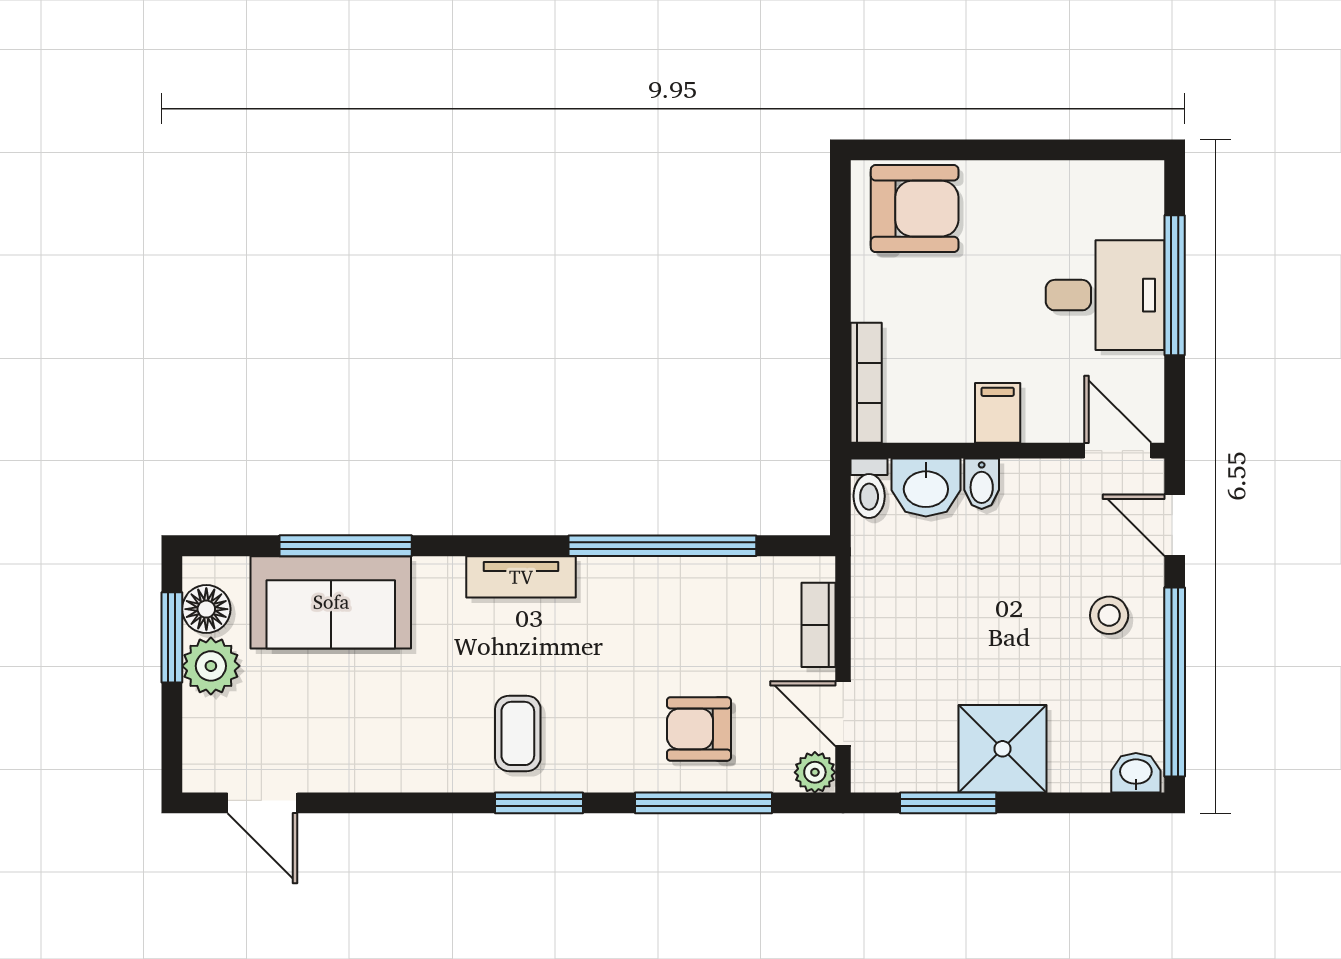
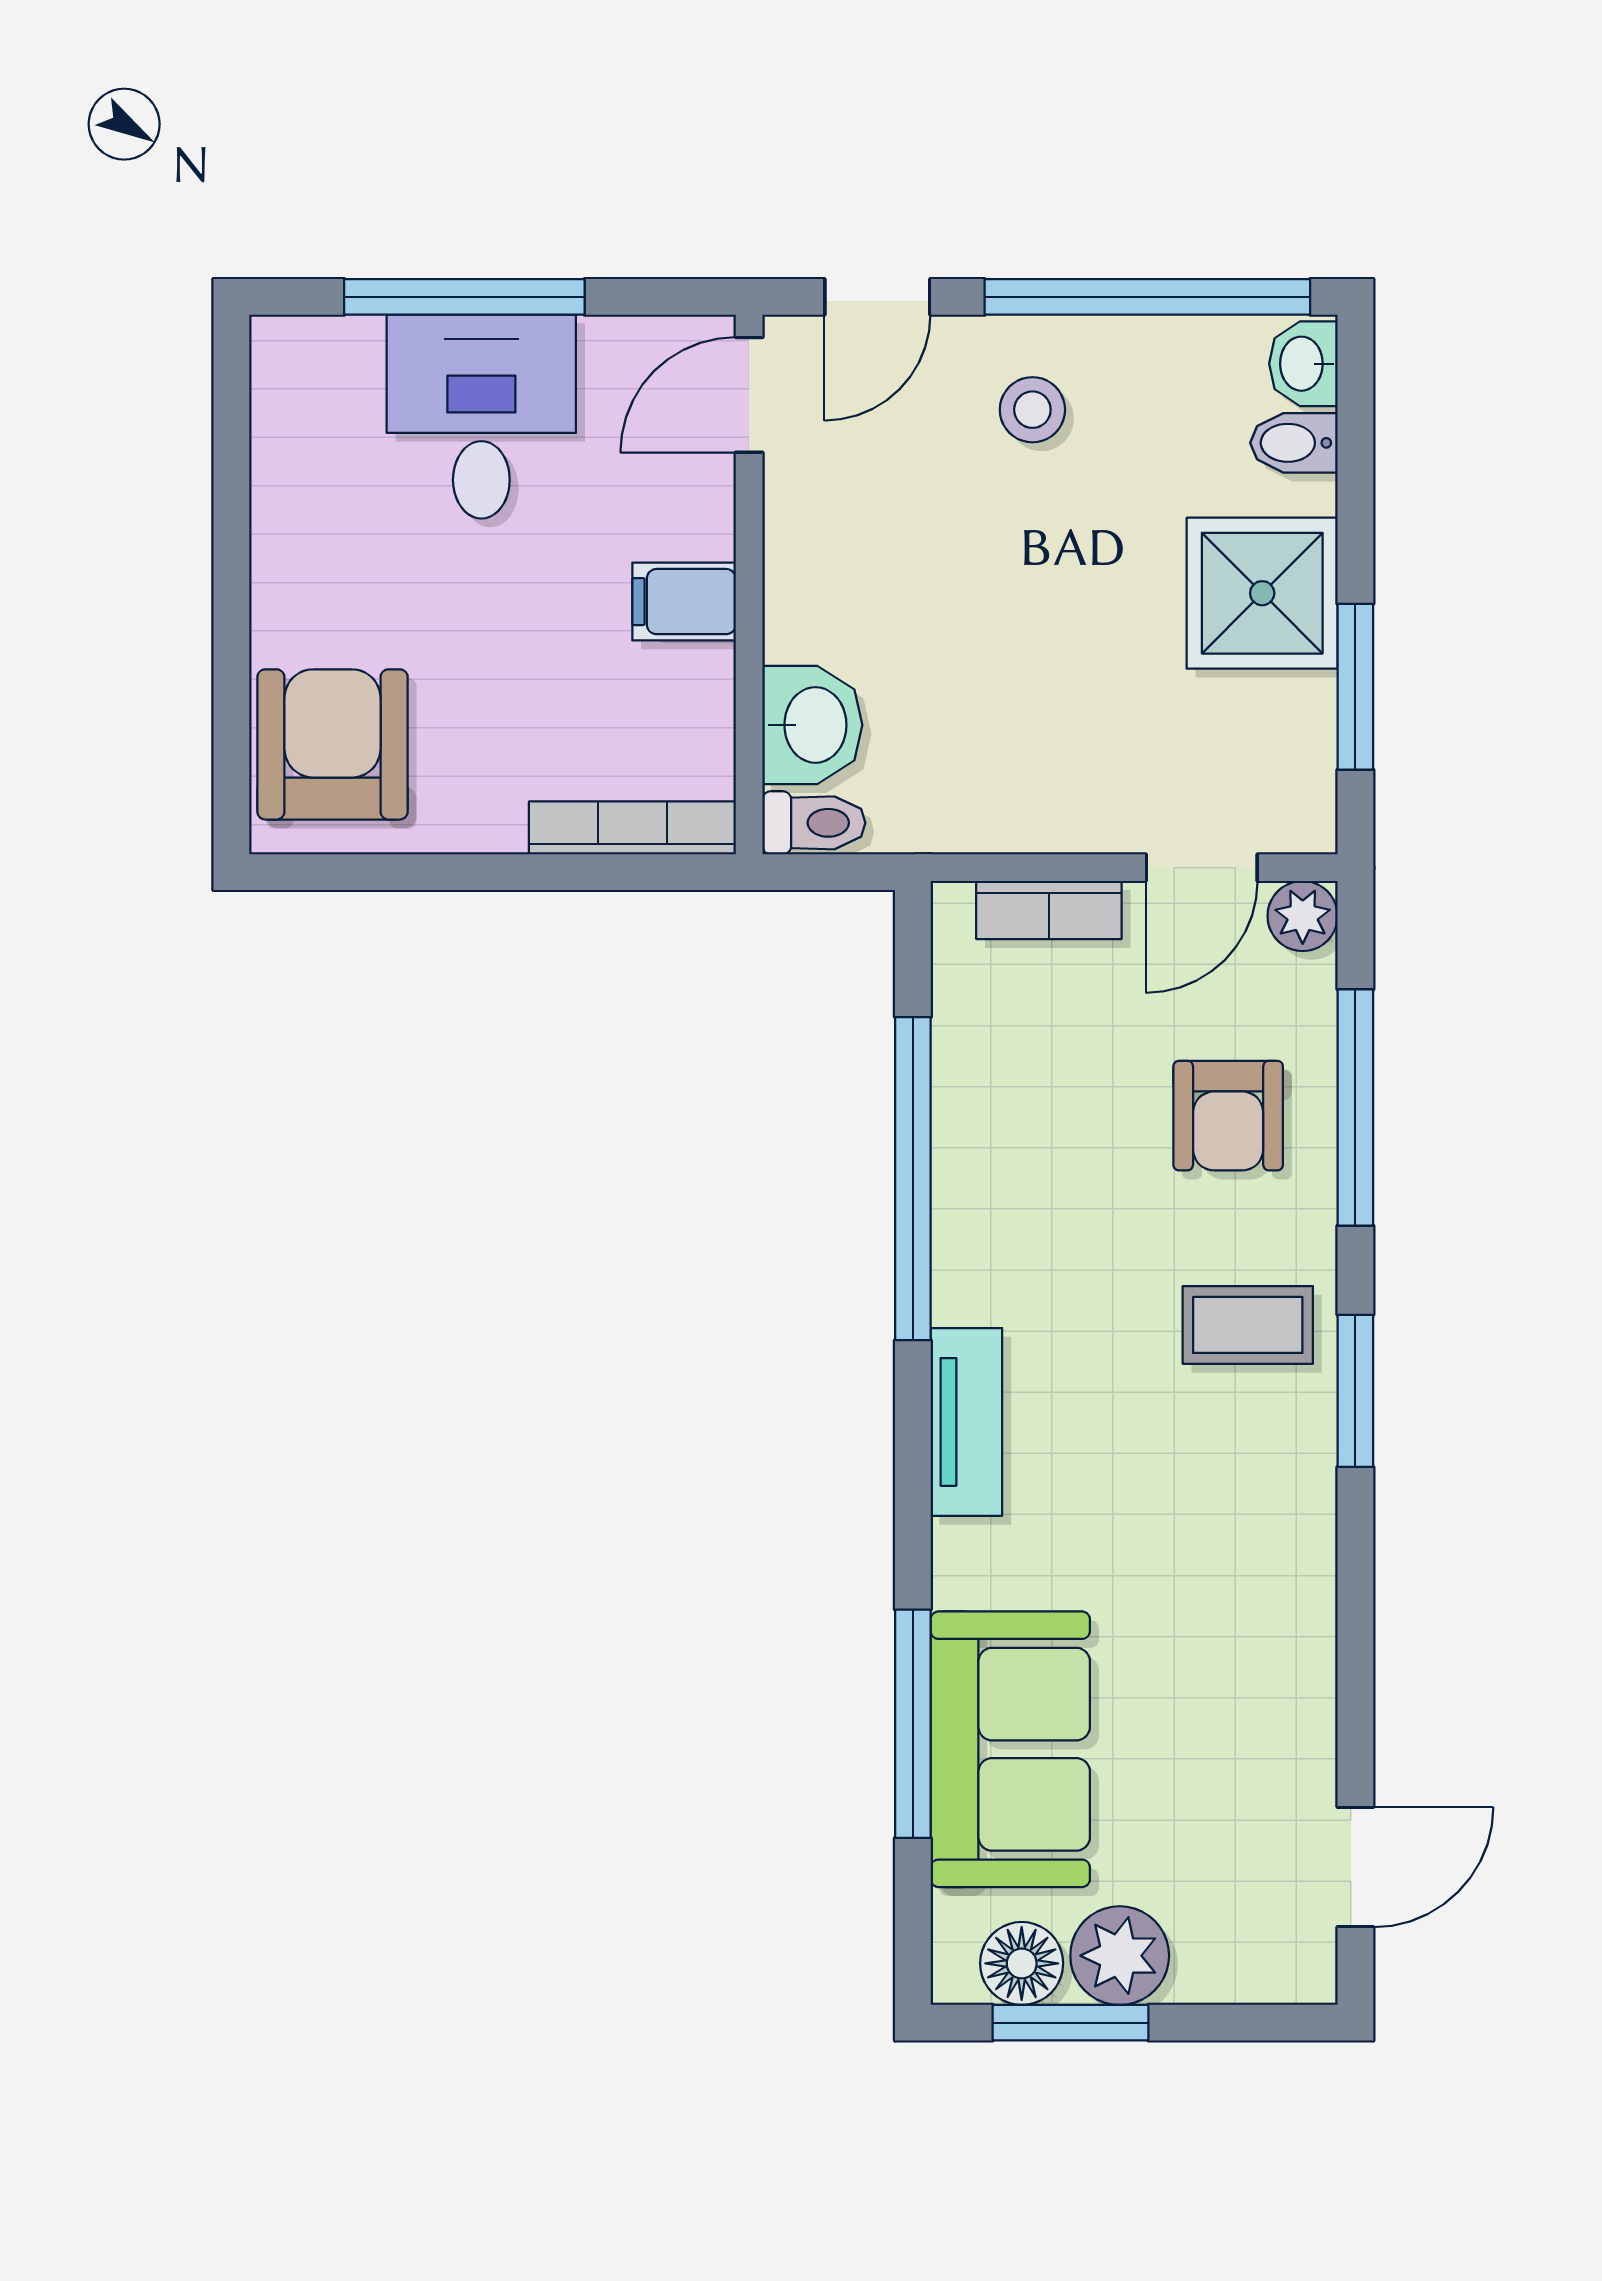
bidet: (982, 484) -> (1294, 443), moved, turned 180
coffee table: (518, 733) -> (1248, 1325), moved

